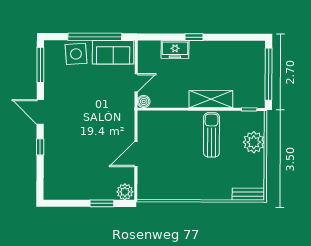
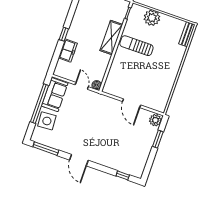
door: (40, 112) -> (79, 160), hinge flipped
window: (40, 147) -> (123, 175), moved

